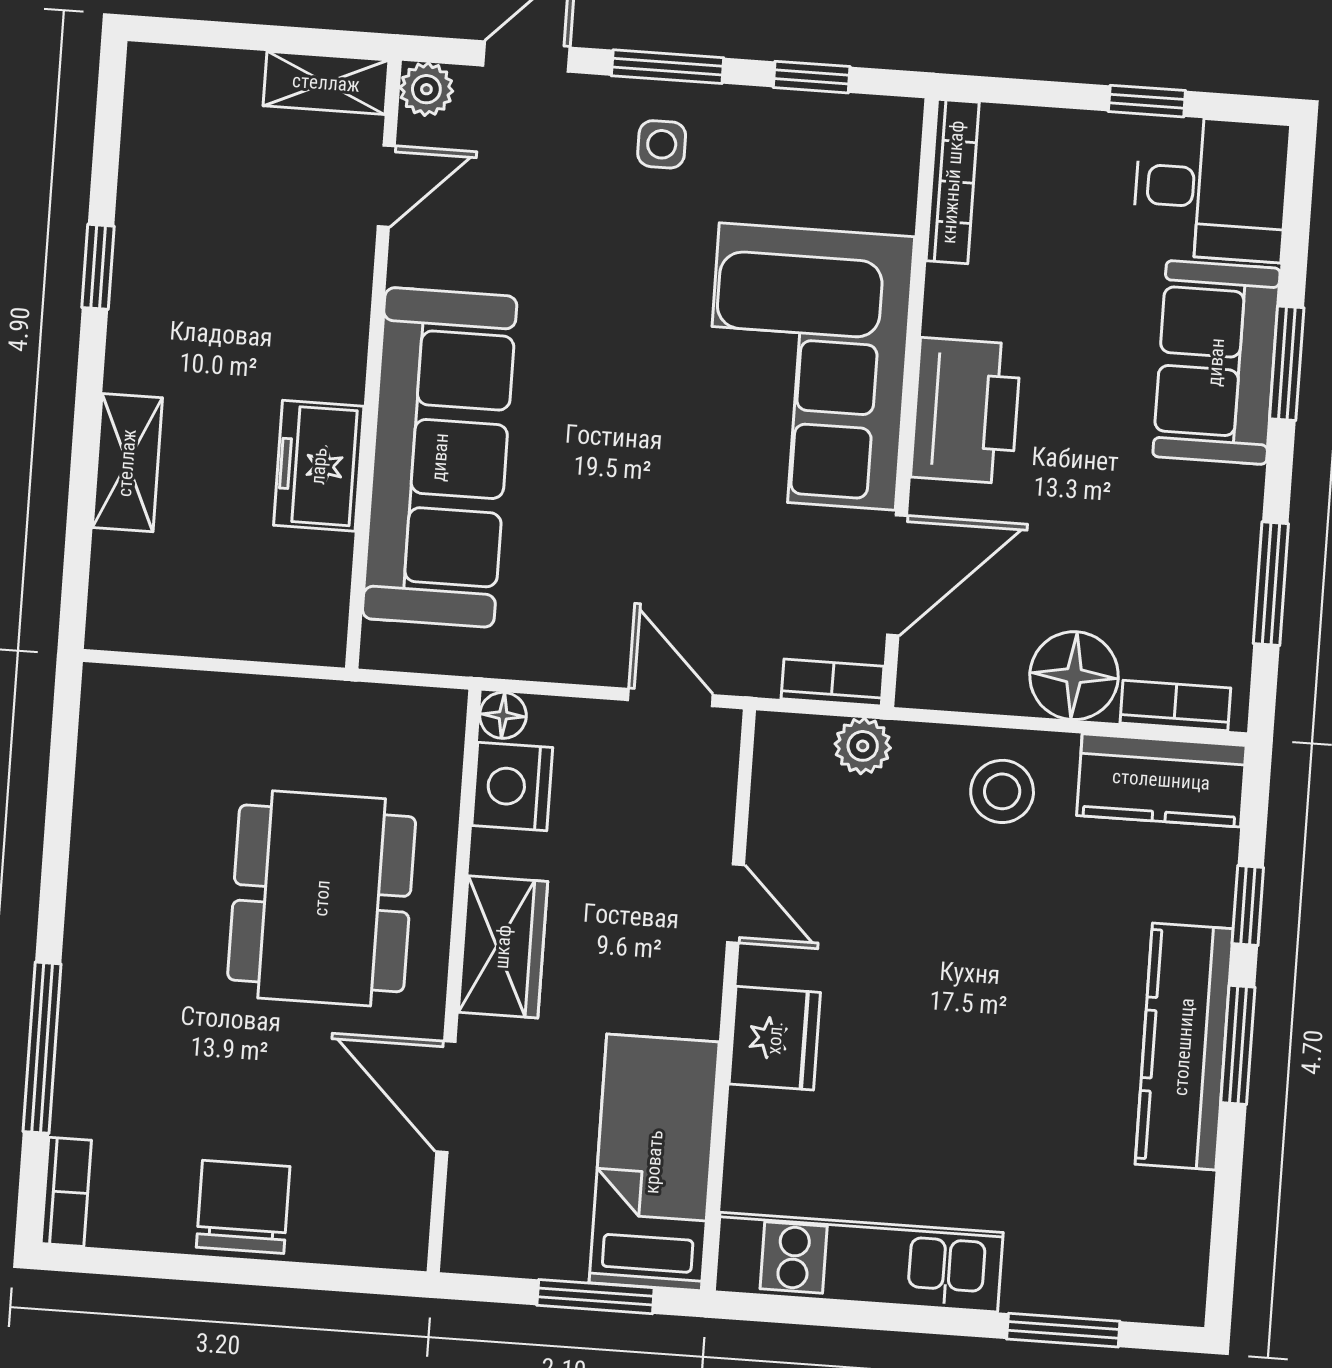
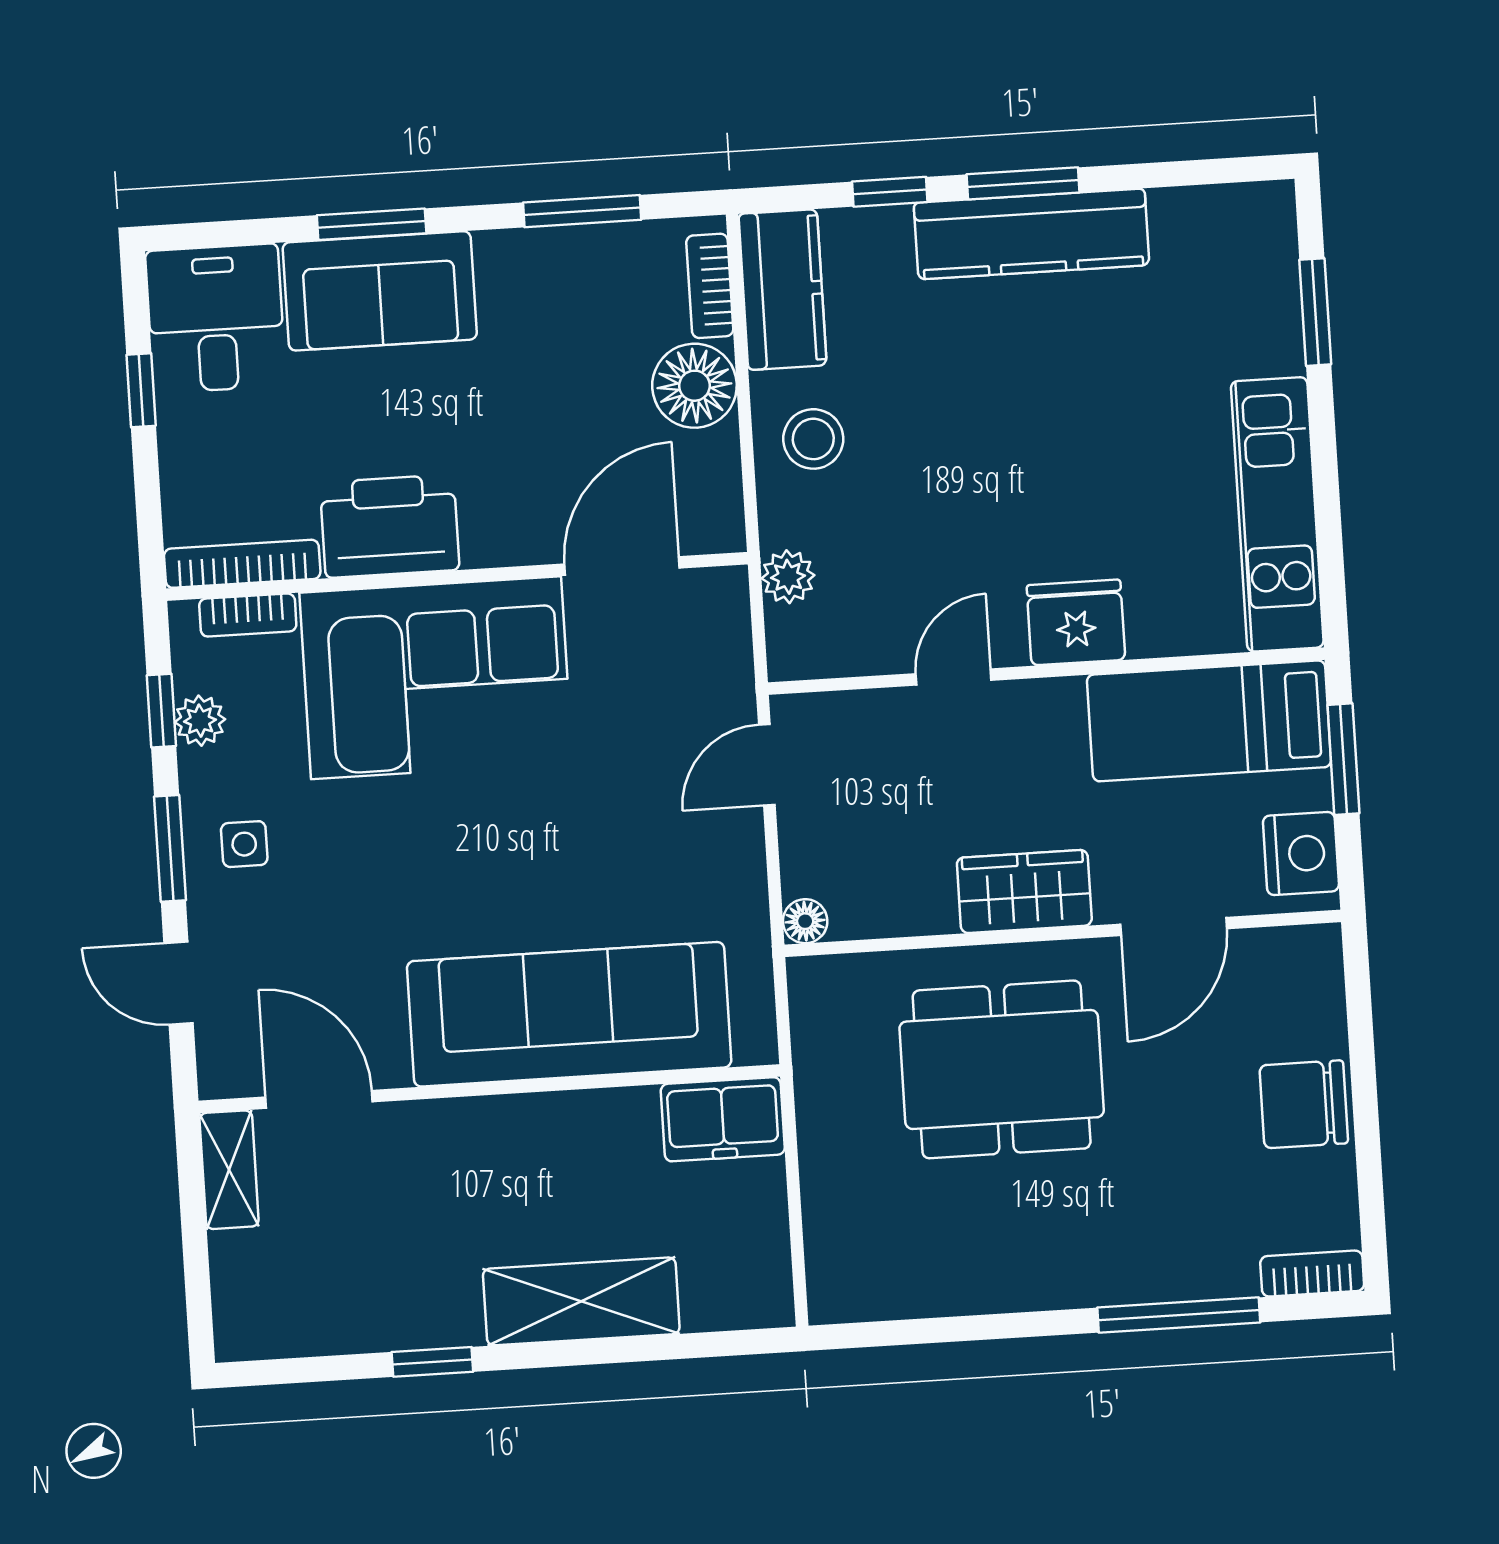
plant: (426, 89) -> (200, 721), moved
door: (386, 186) -> (319, 1099), width x1.38
printer: (966, 411) -> (390, 526), moved
shelving: (127, 463) -> (581, 1301), width x1.50, depth x1.33
freezer: (319, 466) -> (723, 1119), moved
door: (897, 575) -> (622, 566), hinge flipped
bookcase: (833, 683) -> (248, 615), moved, turned -90
nightstand: (512, 786) -> (1301, 853), moved, turned -90

